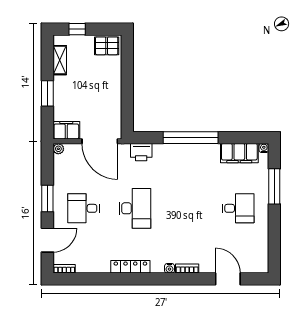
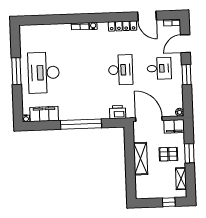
pallet: (107, 46) -> (168, 154), moved
shelving: (113, 89) -> (141, 159), added
window: (274, 186) -> (16, 71), moved
desk: (135, 208) -> (121, 70), turned 180
desk: (238, 208) -> (44, 73), width x1.87, depth x1.30
door: (228, 279) -> (147, 16), moved

